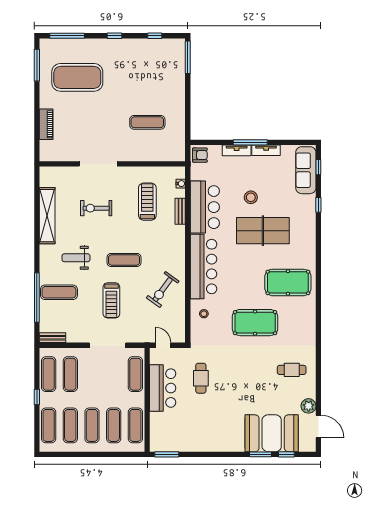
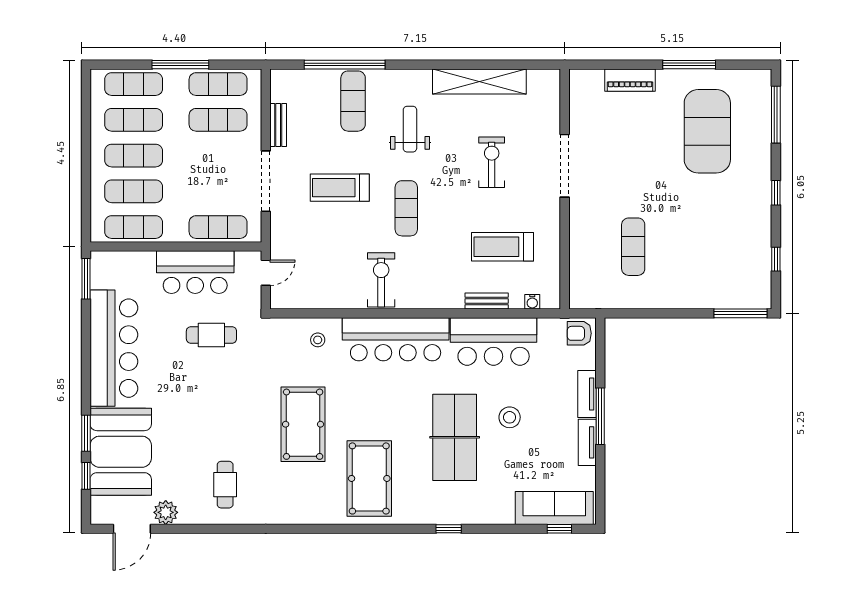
window: (37, 65) -> (689, 65), moved
armchair: (200, 155) -> (579, 333), turned 90
treadmill: (147, 202) -> (503, 247), turned 180
window: (318, 205) -> (449, 529), moved
exercise bike: (163, 290) -> (381, 280), moved, turned 54
bench: (52, 338) -> (278, 125), moved
window: (37, 397) -> (180, 65), width x2.17
bar counter: (209, 437) -> (114, 348), added

